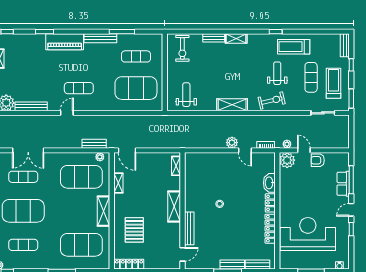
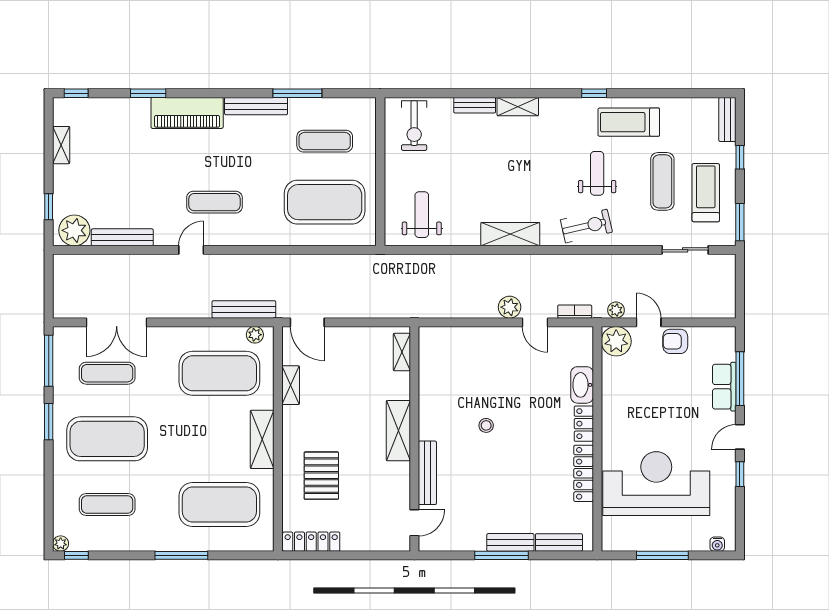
bench: (94, 144) -> (244, 309), width x1.36

